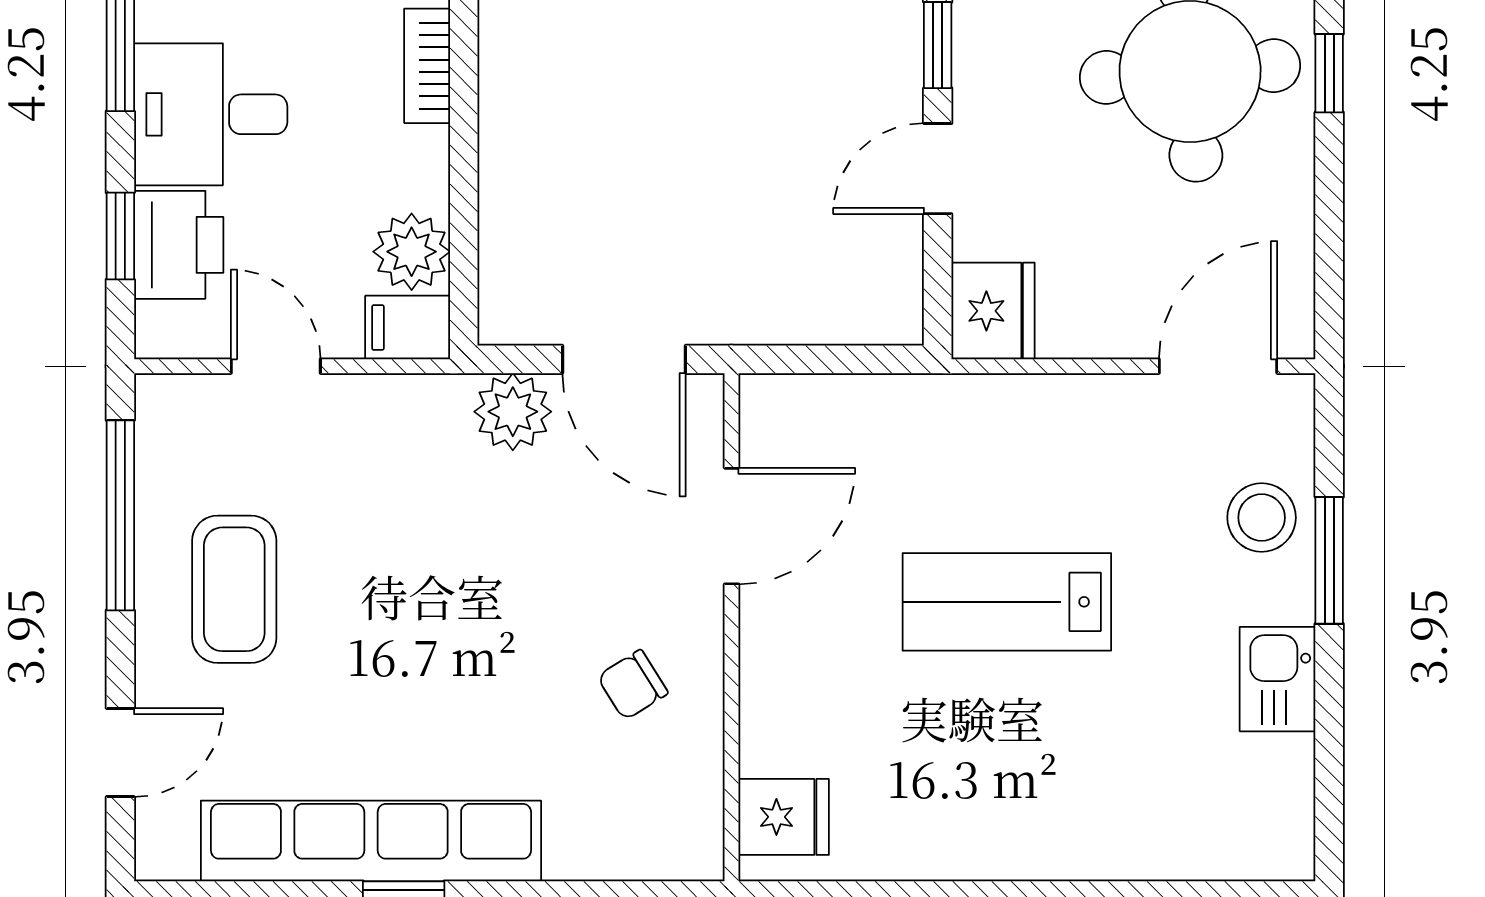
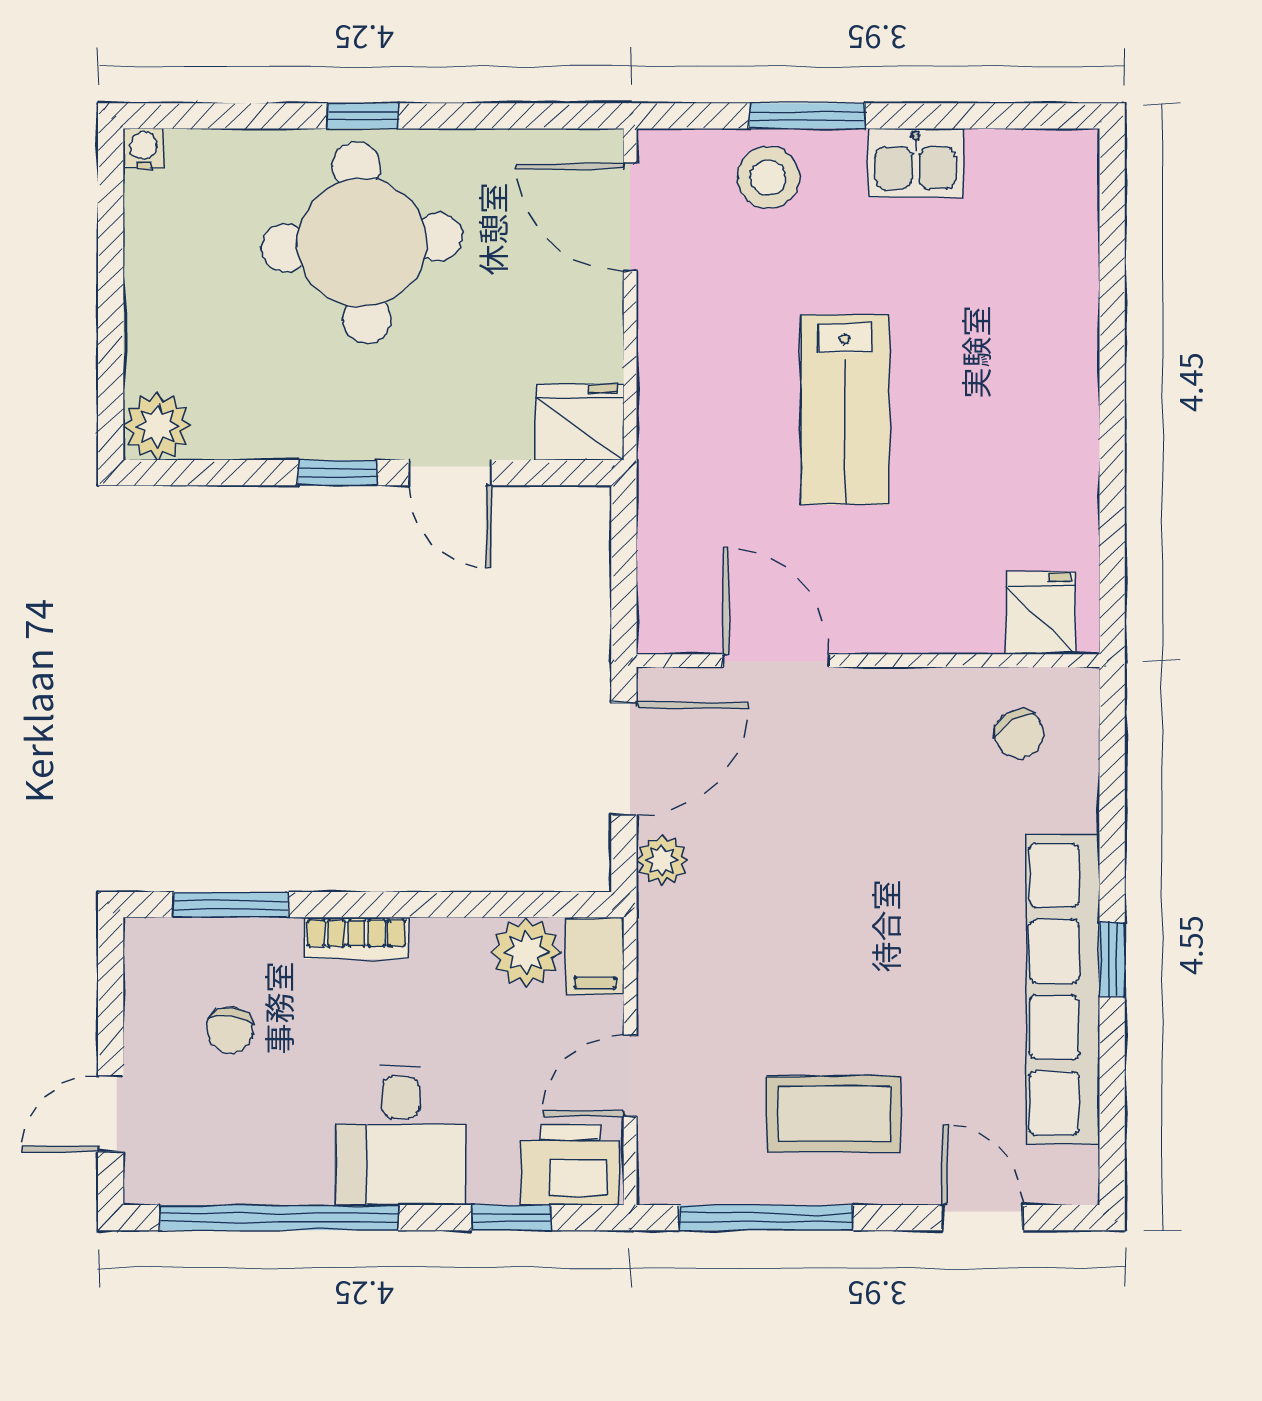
printer: (179, 245) -> (570, 1164), moved
plant: (513, 412) -> (662, 860), width x0.73, depth x0.73
chair: (633, 685) -> (1020, 734), moved

